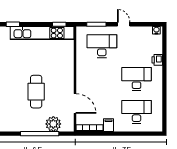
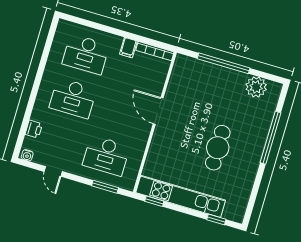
door: (124, 24) -> (53, 171), moved
printer: (157, 60) -> (34, 129), moved
cafe table: (36, 92) -> (218, 148), moved
door: (75, 104) -> (158, 111), moved
plant: (53, 124) -> (256, 87), moved

